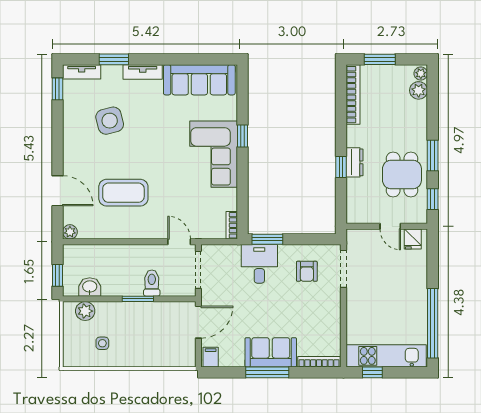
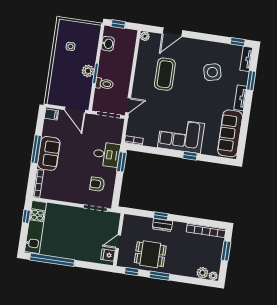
plant: (85, 311) -> (88, 71), moved

